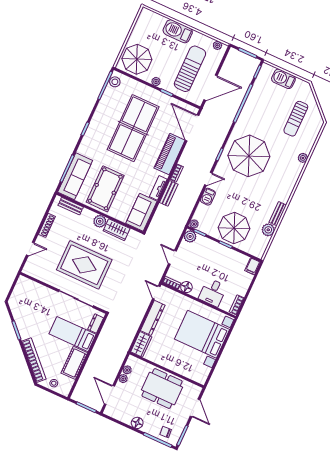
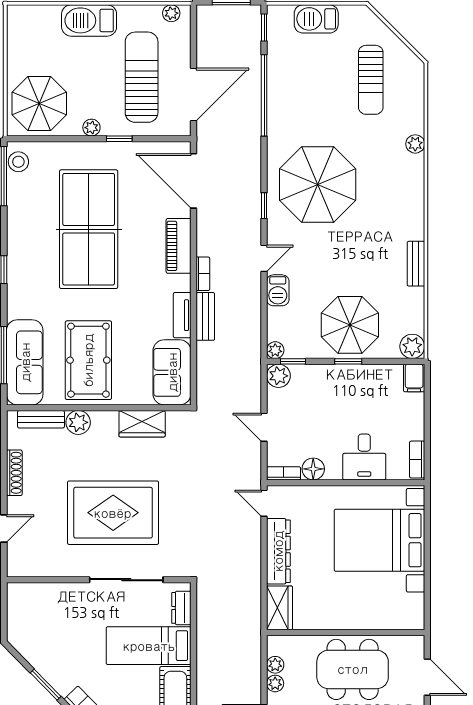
piano: (169, 154) -> (179, 246), width x0.73, depth x0.75
plant: (100, 221) -> (78, 422), moved
plant: (268, 230) -> (412, 346), moved

